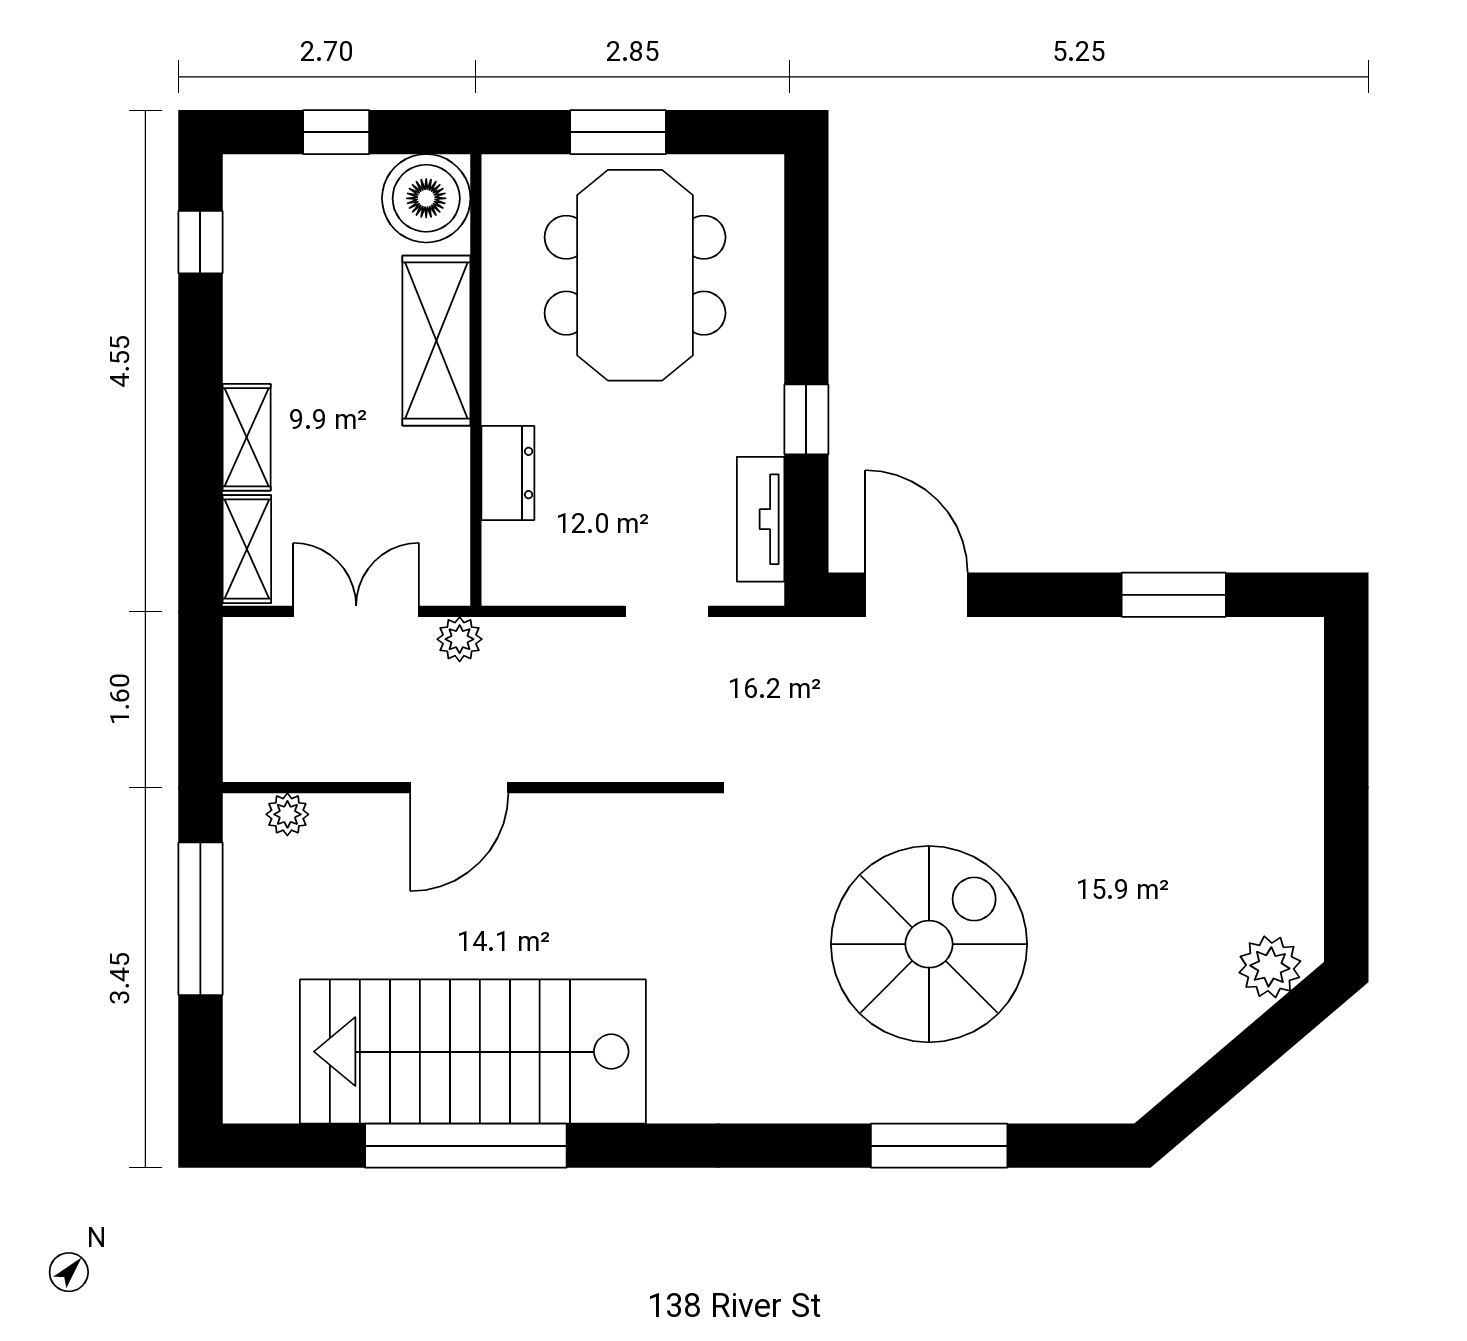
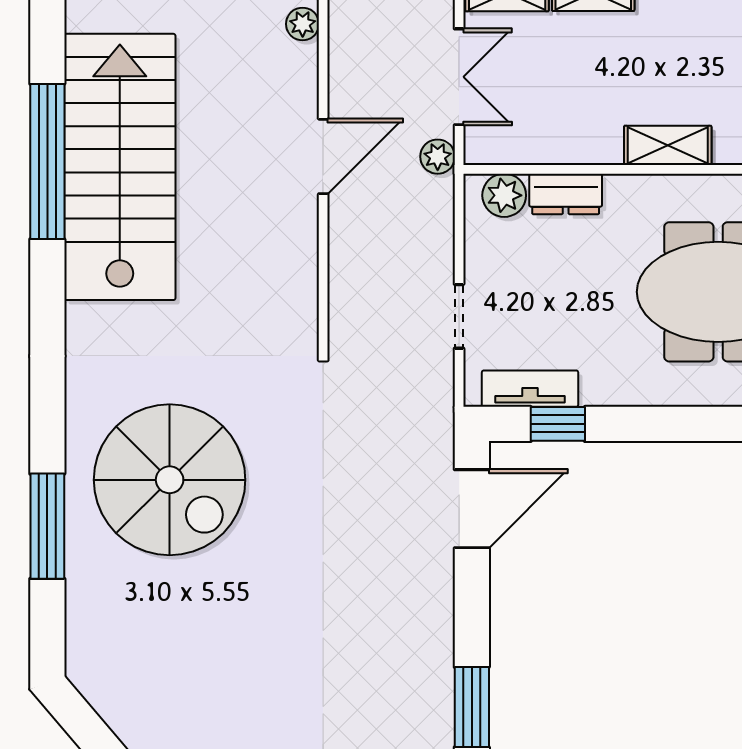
shelving: (436, 341) -> (668, 145), width x0.67, depth x0.75
window: (806, 419) -> (558, 424), moved
plant: (510, 553) -> (504, 195), added
door: (459, 788) -> (323, 156), swing flipped
spiral stairs: (929, 944) -> (170, 480), moved

